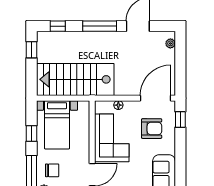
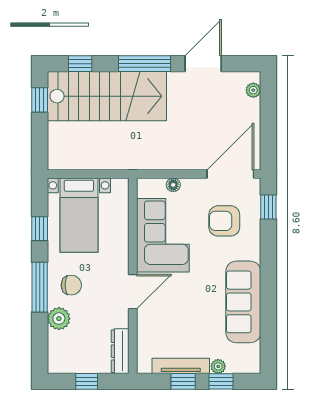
stairs: (75, 79) -> (107, 96), moved, turned 180
armchair: (152, 129) -> (224, 221), turned 180

